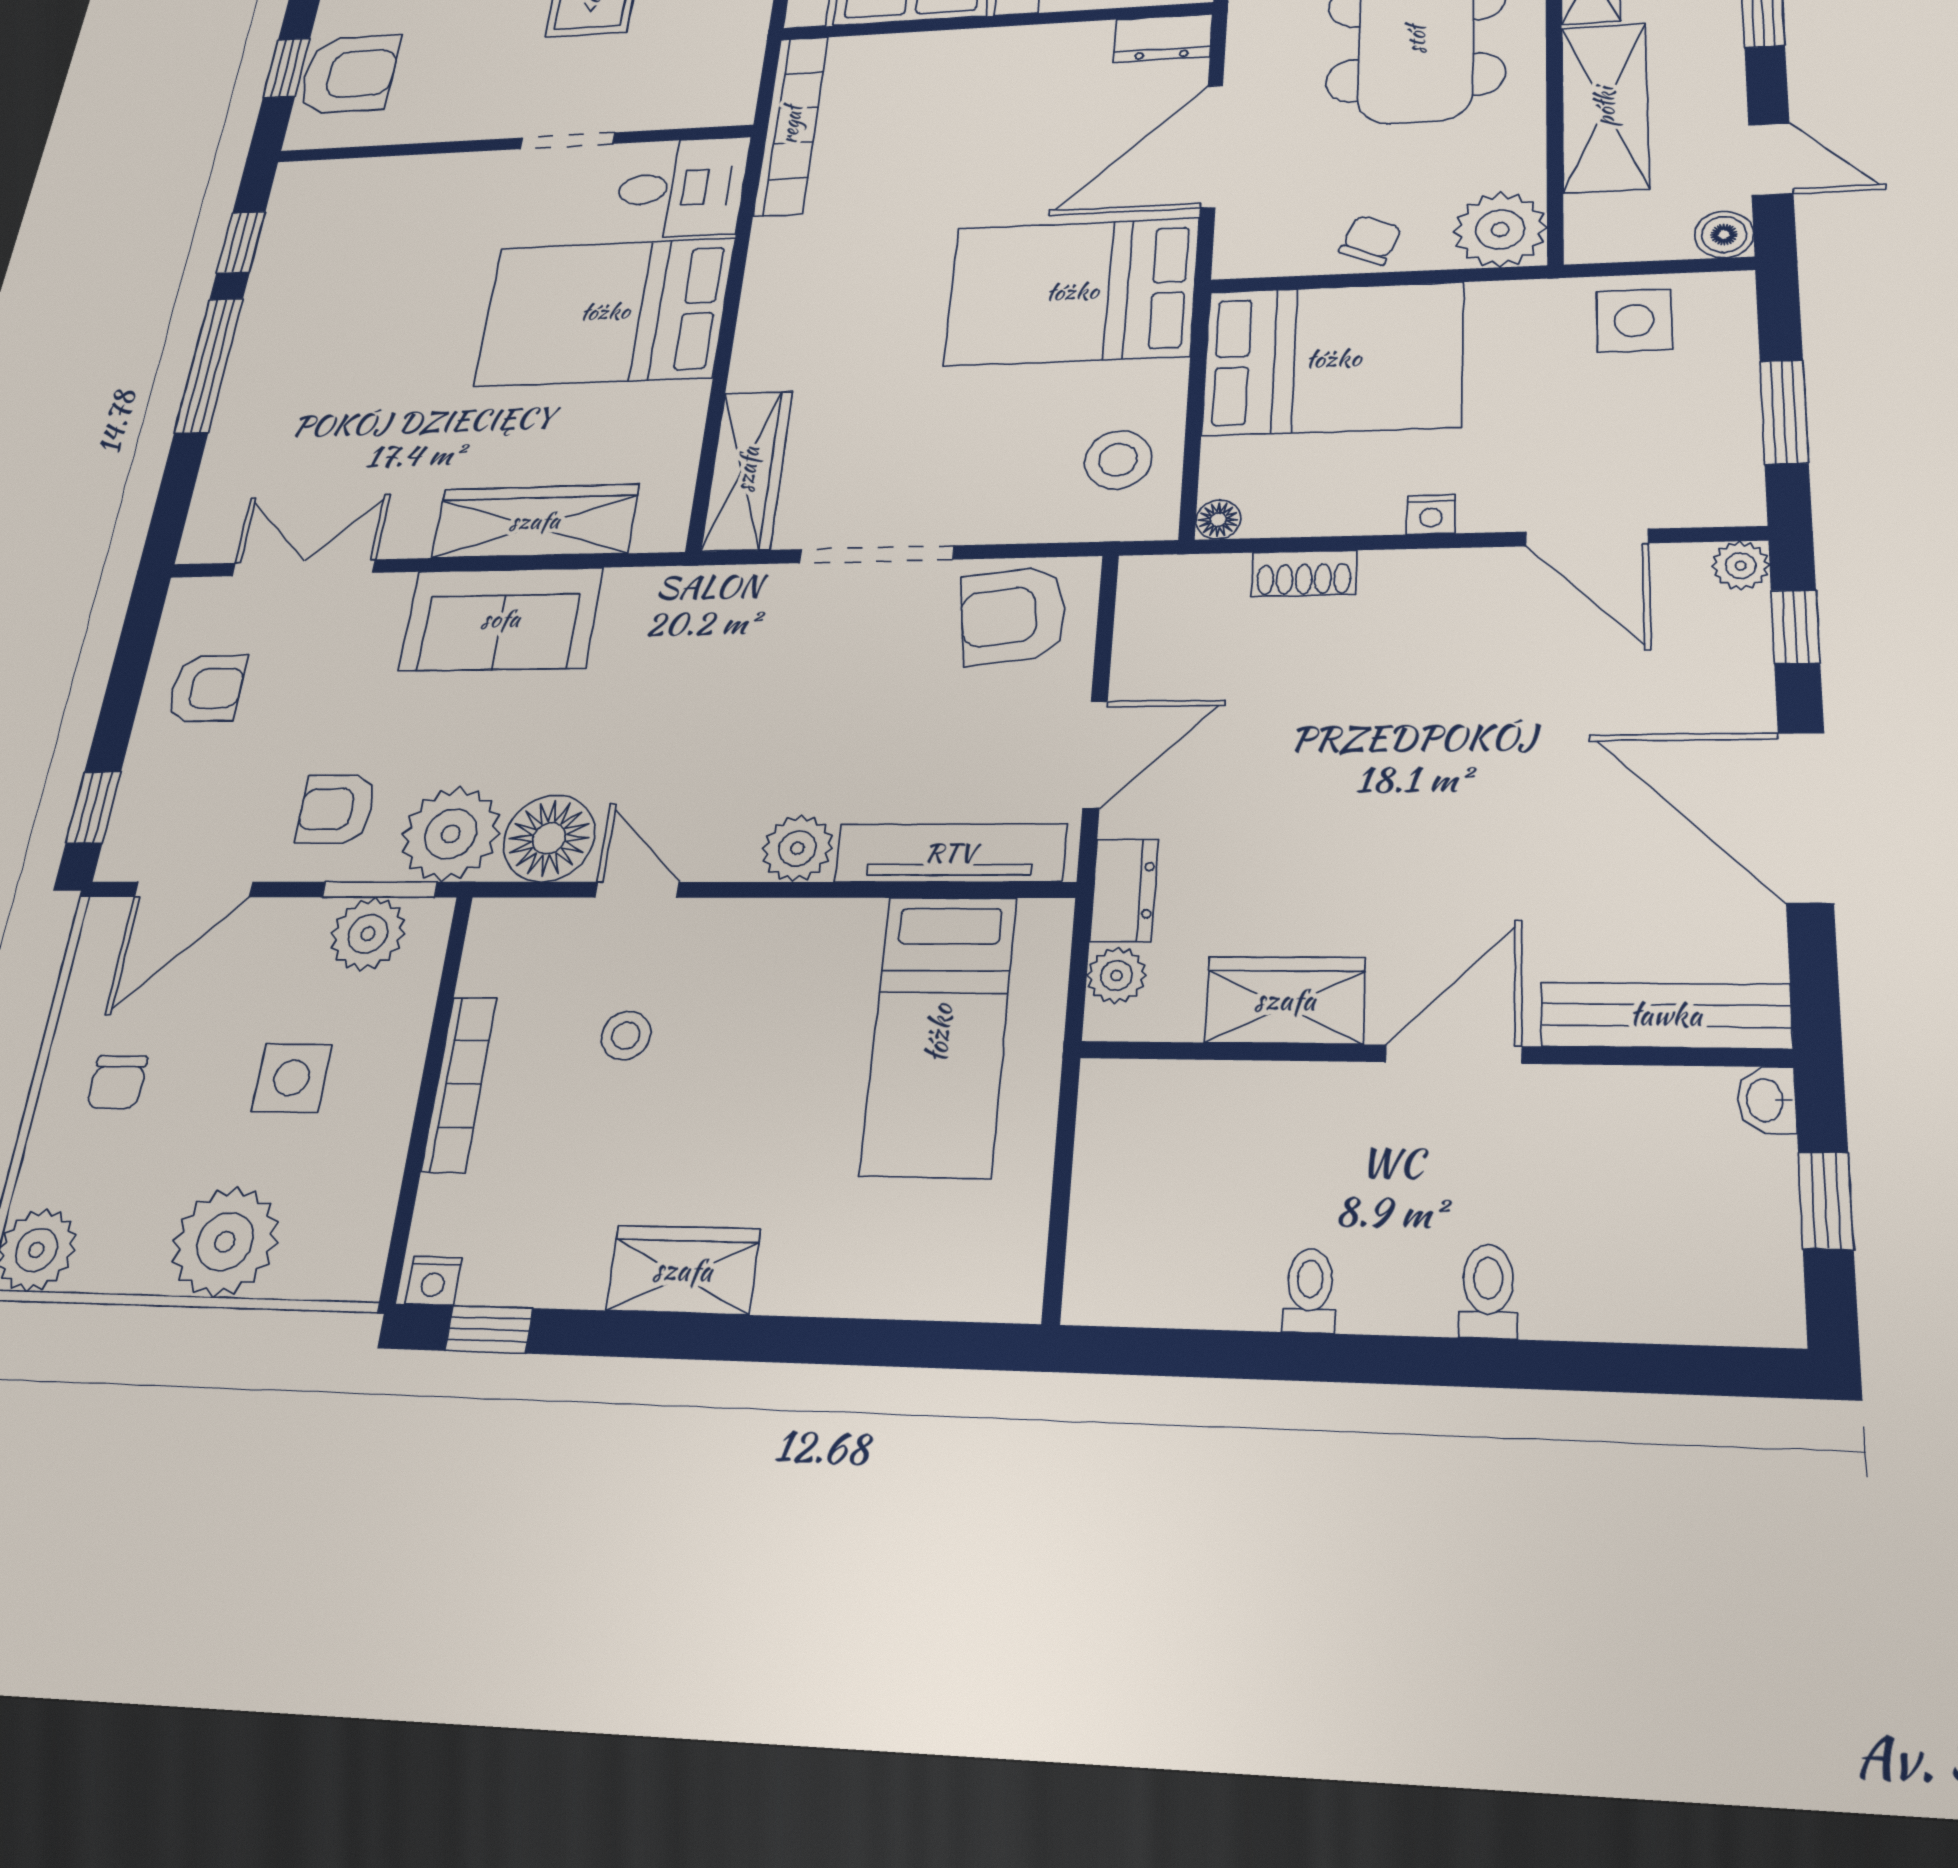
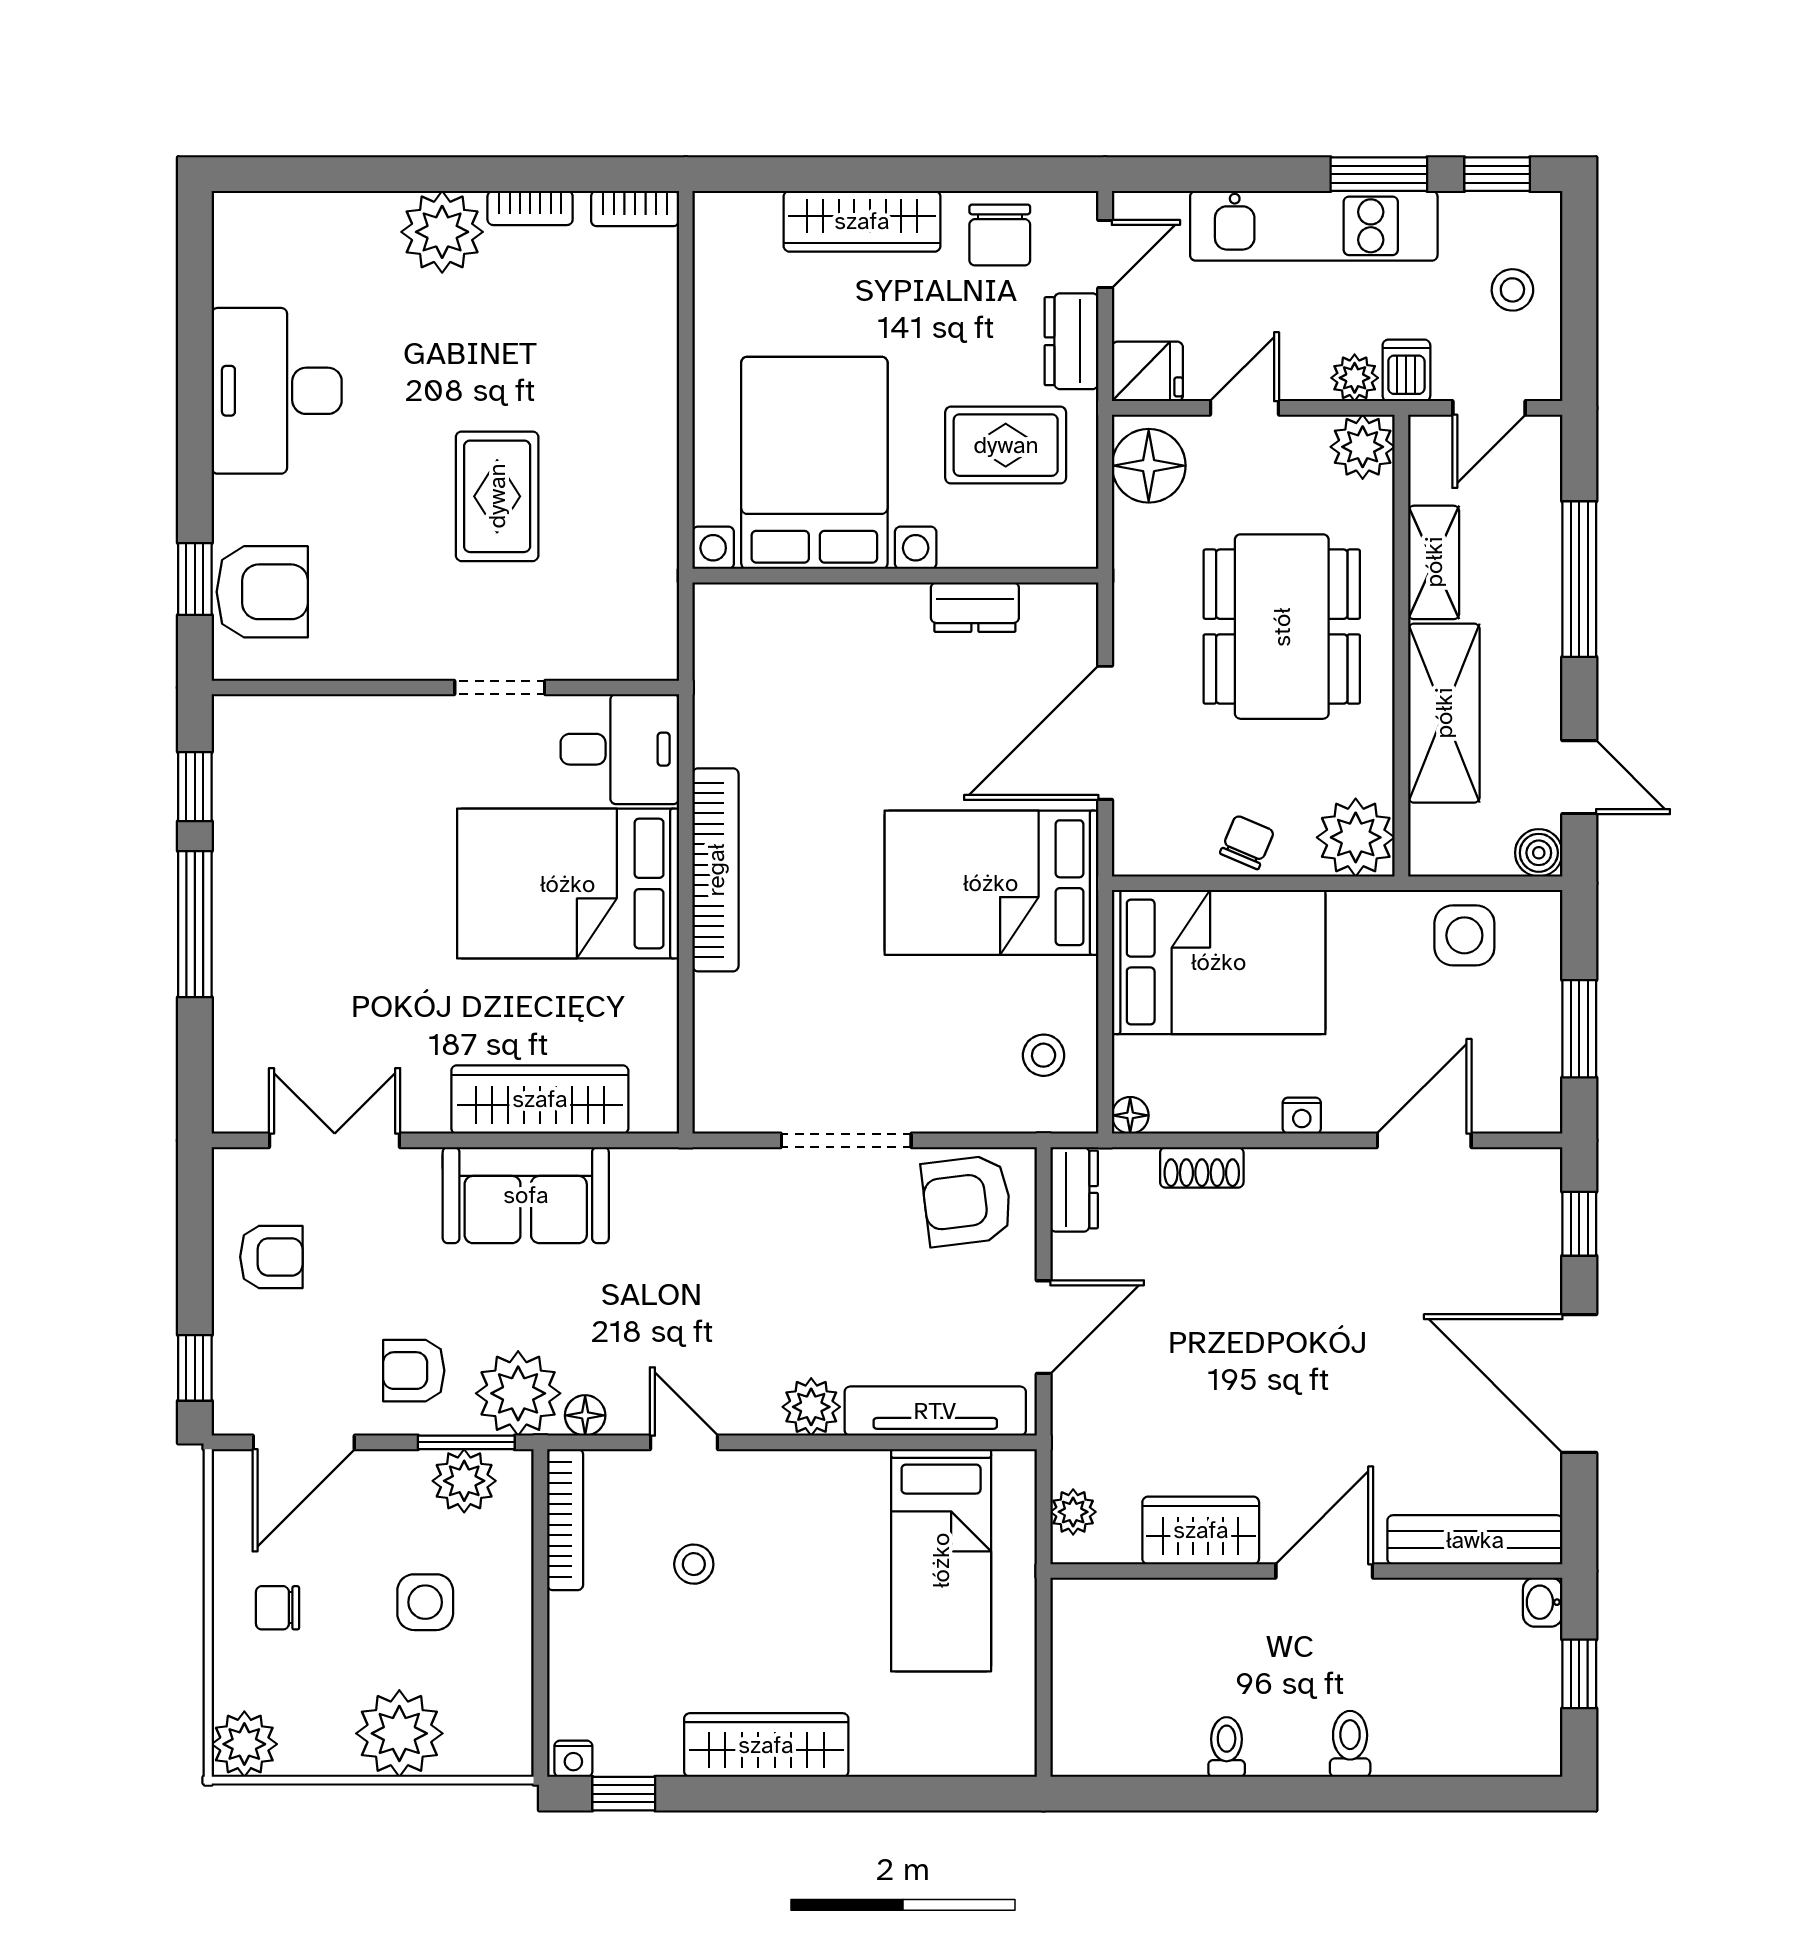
dresser: (1163, 38) -> (975, 607), moved
bookcase: (791, 125) -> (716, 870), moved
stool: (1118, 460) -> (1044, 1055), width x0.73, depth x0.73
wardrobe: (747, 470) -> (723, 1055), removed
door: (1587, 537) -> (1424, 1140), swing flipped
plant: (1741, 566) -> (1541, 1169), removed
floor lamp: (549, 838) -> (585, 1415), width x0.53, depth x0.53
dresser: (1124, 890) -> (1074, 1189), moved
chair: (117, 1082) -> (278, 1608), turned 90
bookcase: (459, 1084) -> (565, 1520), moved
wardrobe: (683, 1270) -> (766, 1745), width x1.50

